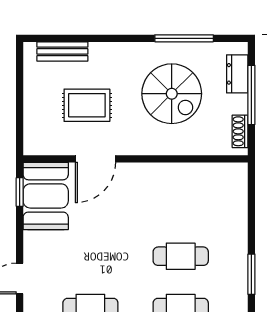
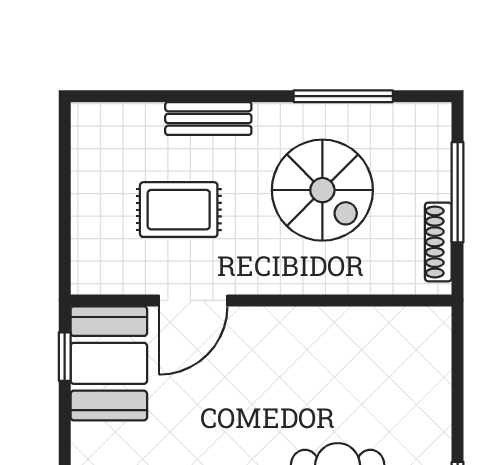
bench: (62, 51) -> (208, 119), moved
dresser: (237, 74) -> (433, 156), removed
shoe rack: (240, 131) -> (438, 242), width x1.43

